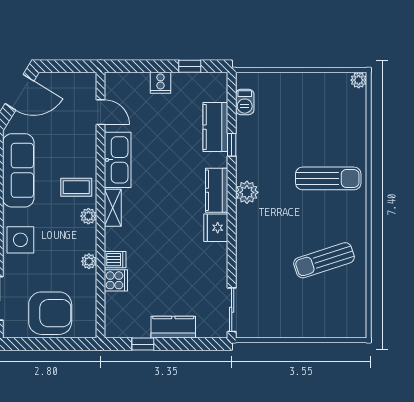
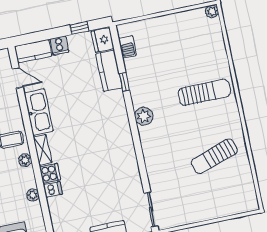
kitchen counter: (217, 190) -> (33, 51), moved, turned -90
fridge: (216, 228) -> (103, 40), moved
cooker: (116, 280) -> (50, 173), moved

